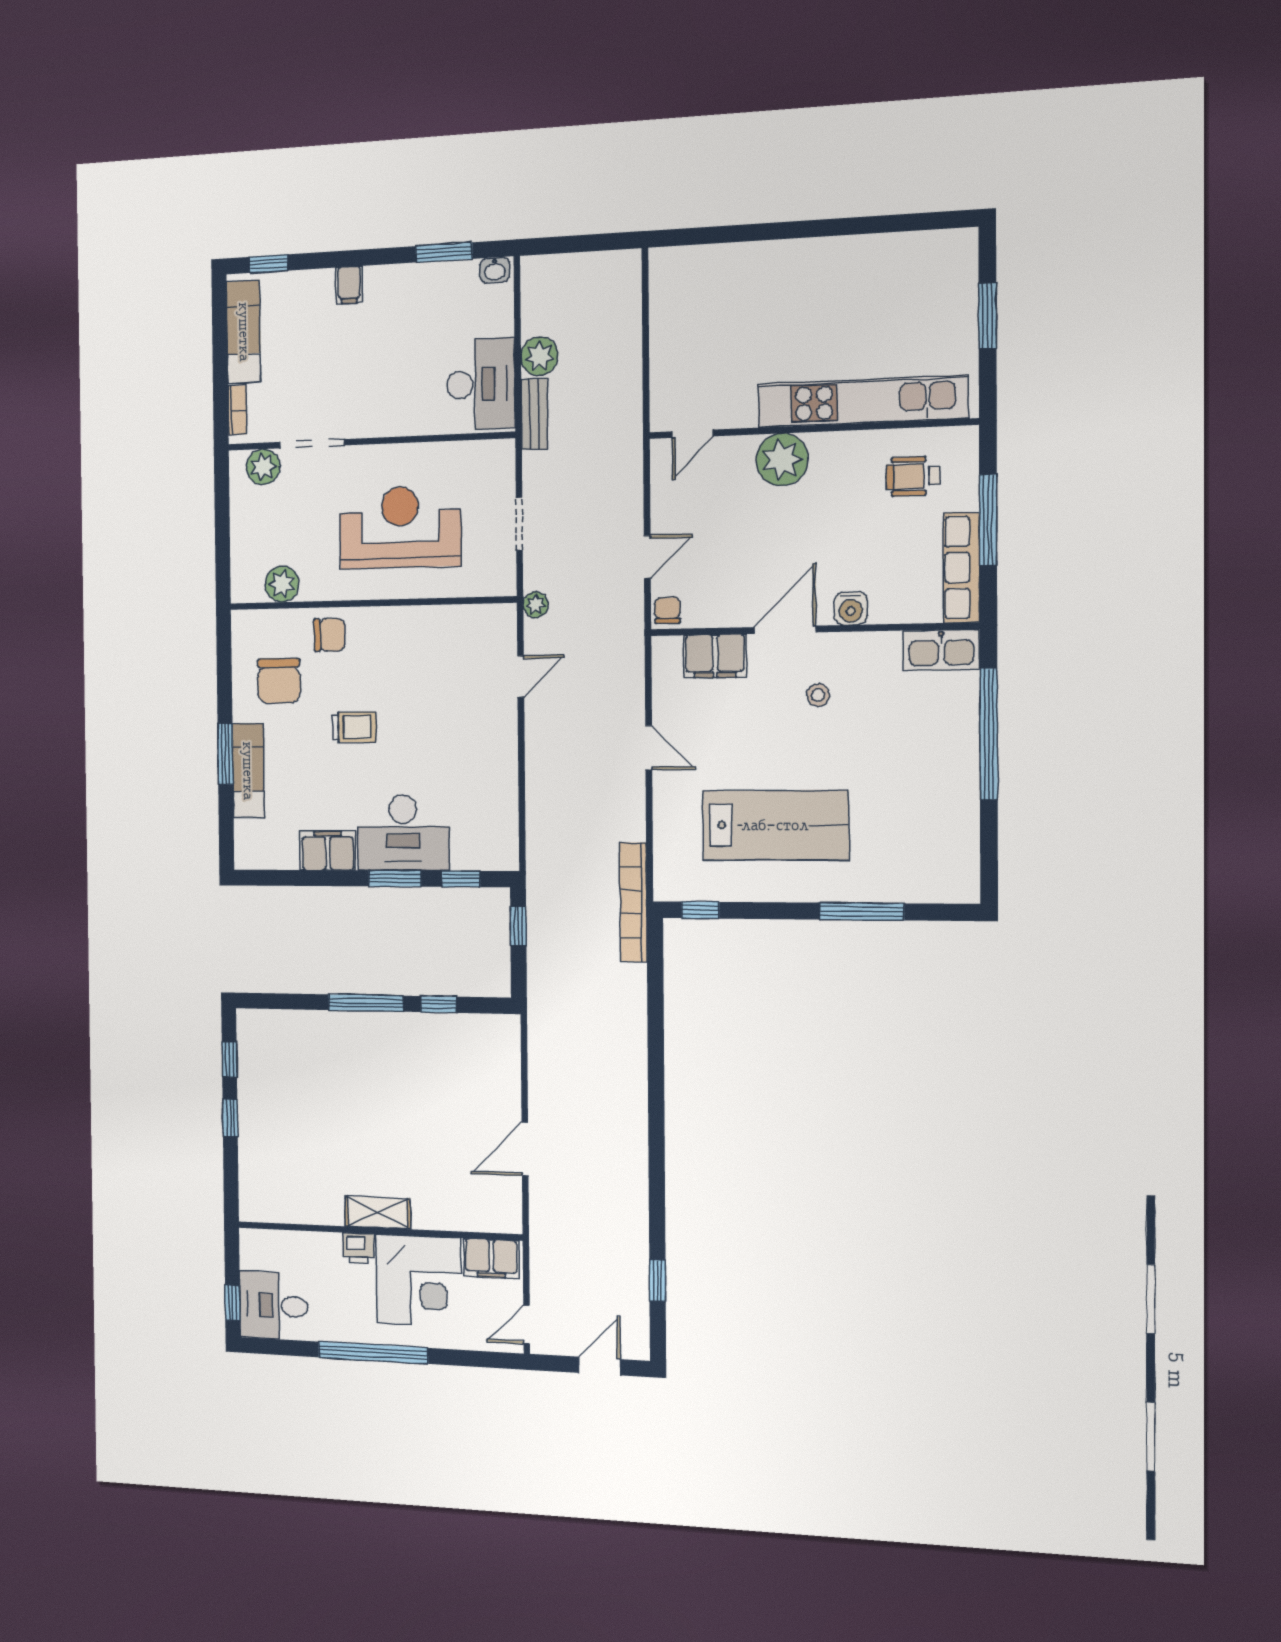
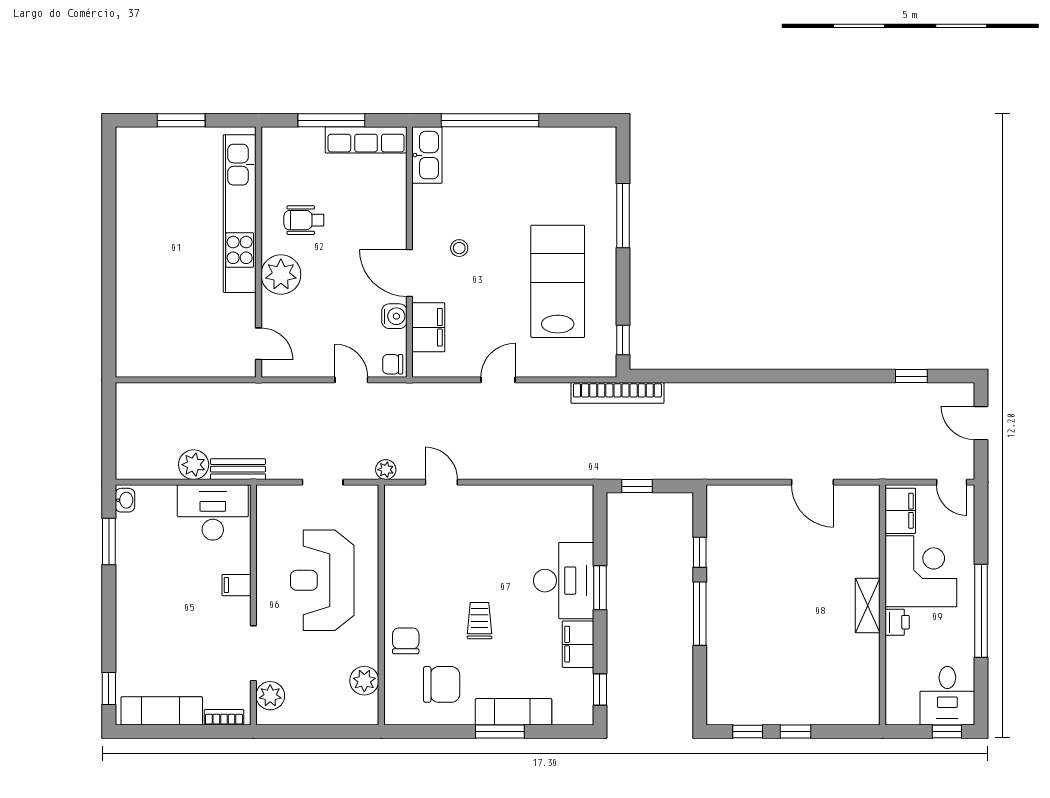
filing cabinet: (349, 285) -> (236, 585), moved, turned 180
wheelchair: (913, 476) -> (304, 220), moved, turned 90
water cooler: (851, 608) -> (394, 316), moved
window: (461, 879) -> (600, 690), moved

